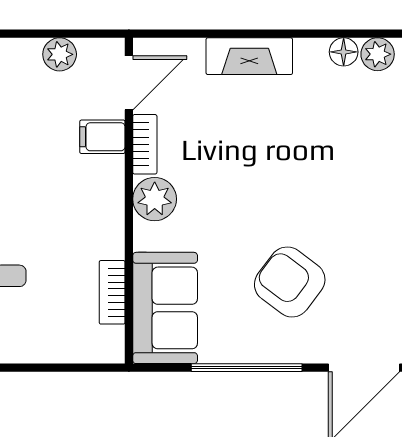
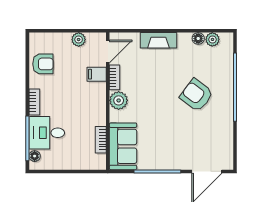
armchair: (290, 282) -> (196, 95), moved

